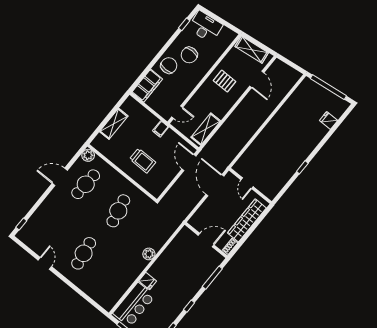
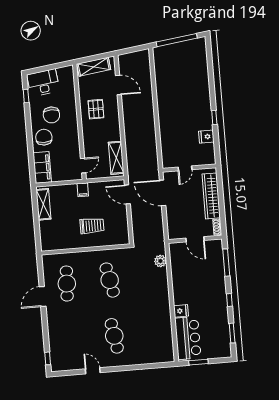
pallet: (225, 81) -> (96, 109), turned 90
fridge: (329, 120) -> (206, 137), moved
shelving: (114, 124) -> (43, 204), moved
plant: (88, 155) -> (48, 260), removed
door: (247, 183) -> (185, 168), hinge flipped
door: (206, 240) -> (195, 239), swing flipped
plant: (149, 254) -> (160, 261), moved

